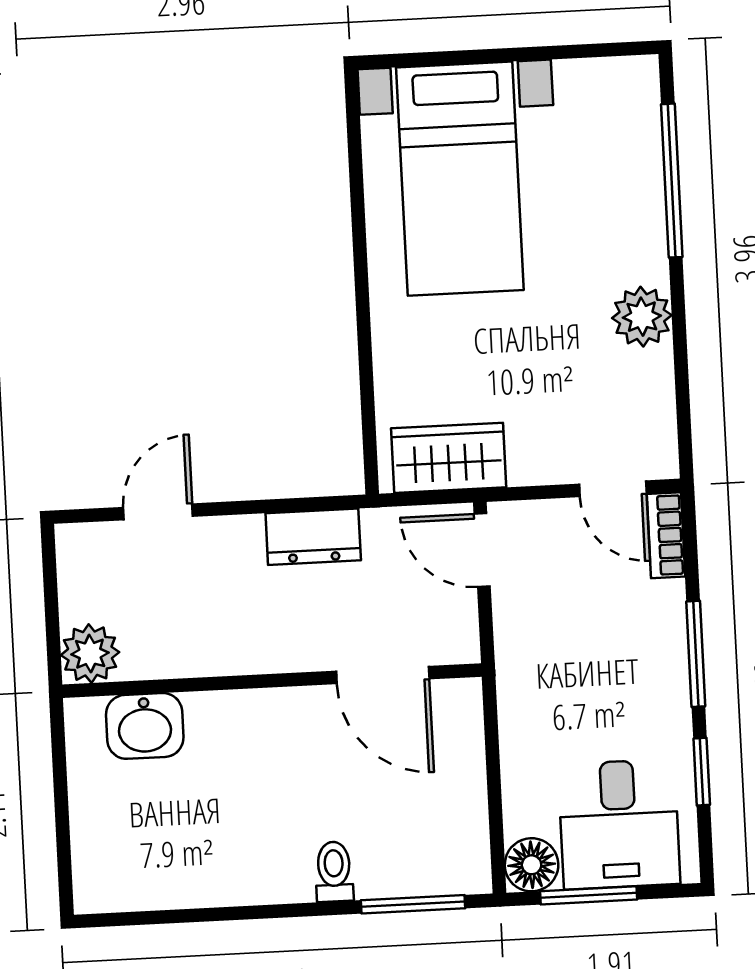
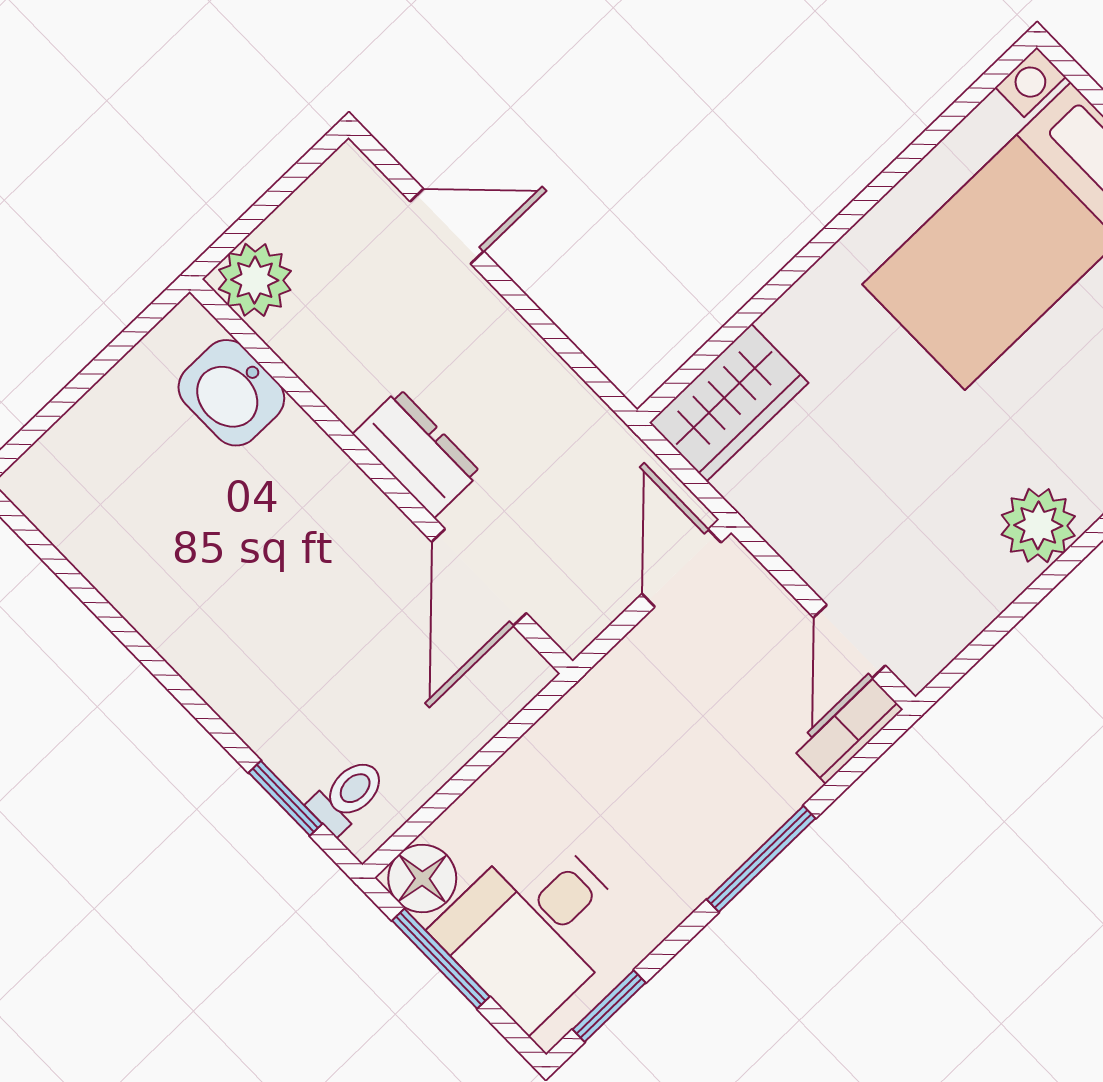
wardrobe: (449, 458) -> (729, 403), moved, turned 90
dresser: (313, 537) -> (417, 453), moved, turned 180
window: (702, 772) -> (609, 1006), moved
toilet: (334, 872) -> (347, 796), moved
window: (413, 904) -> (285, 798), width x0.67

